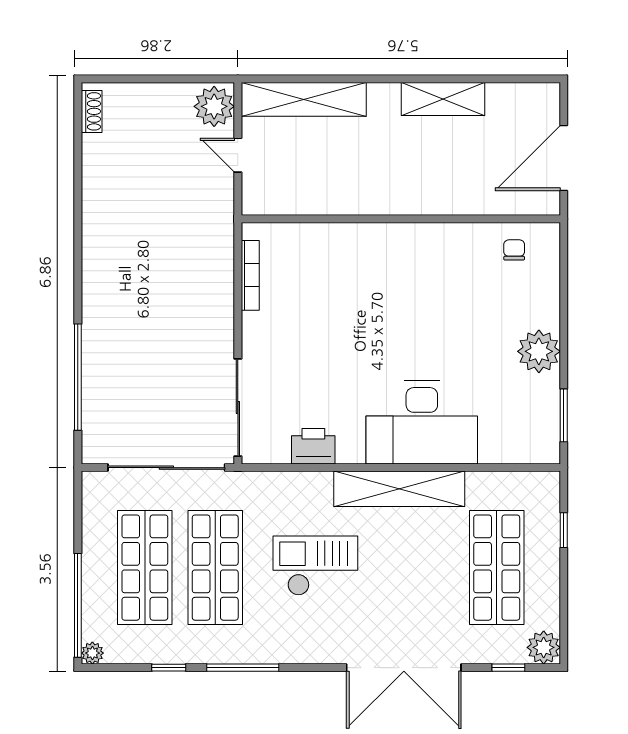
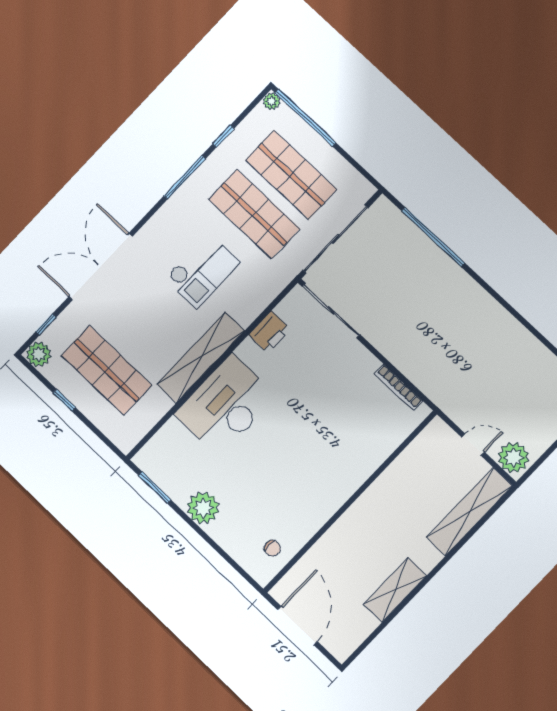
window: (564, 530) -> (64, 400), moved

